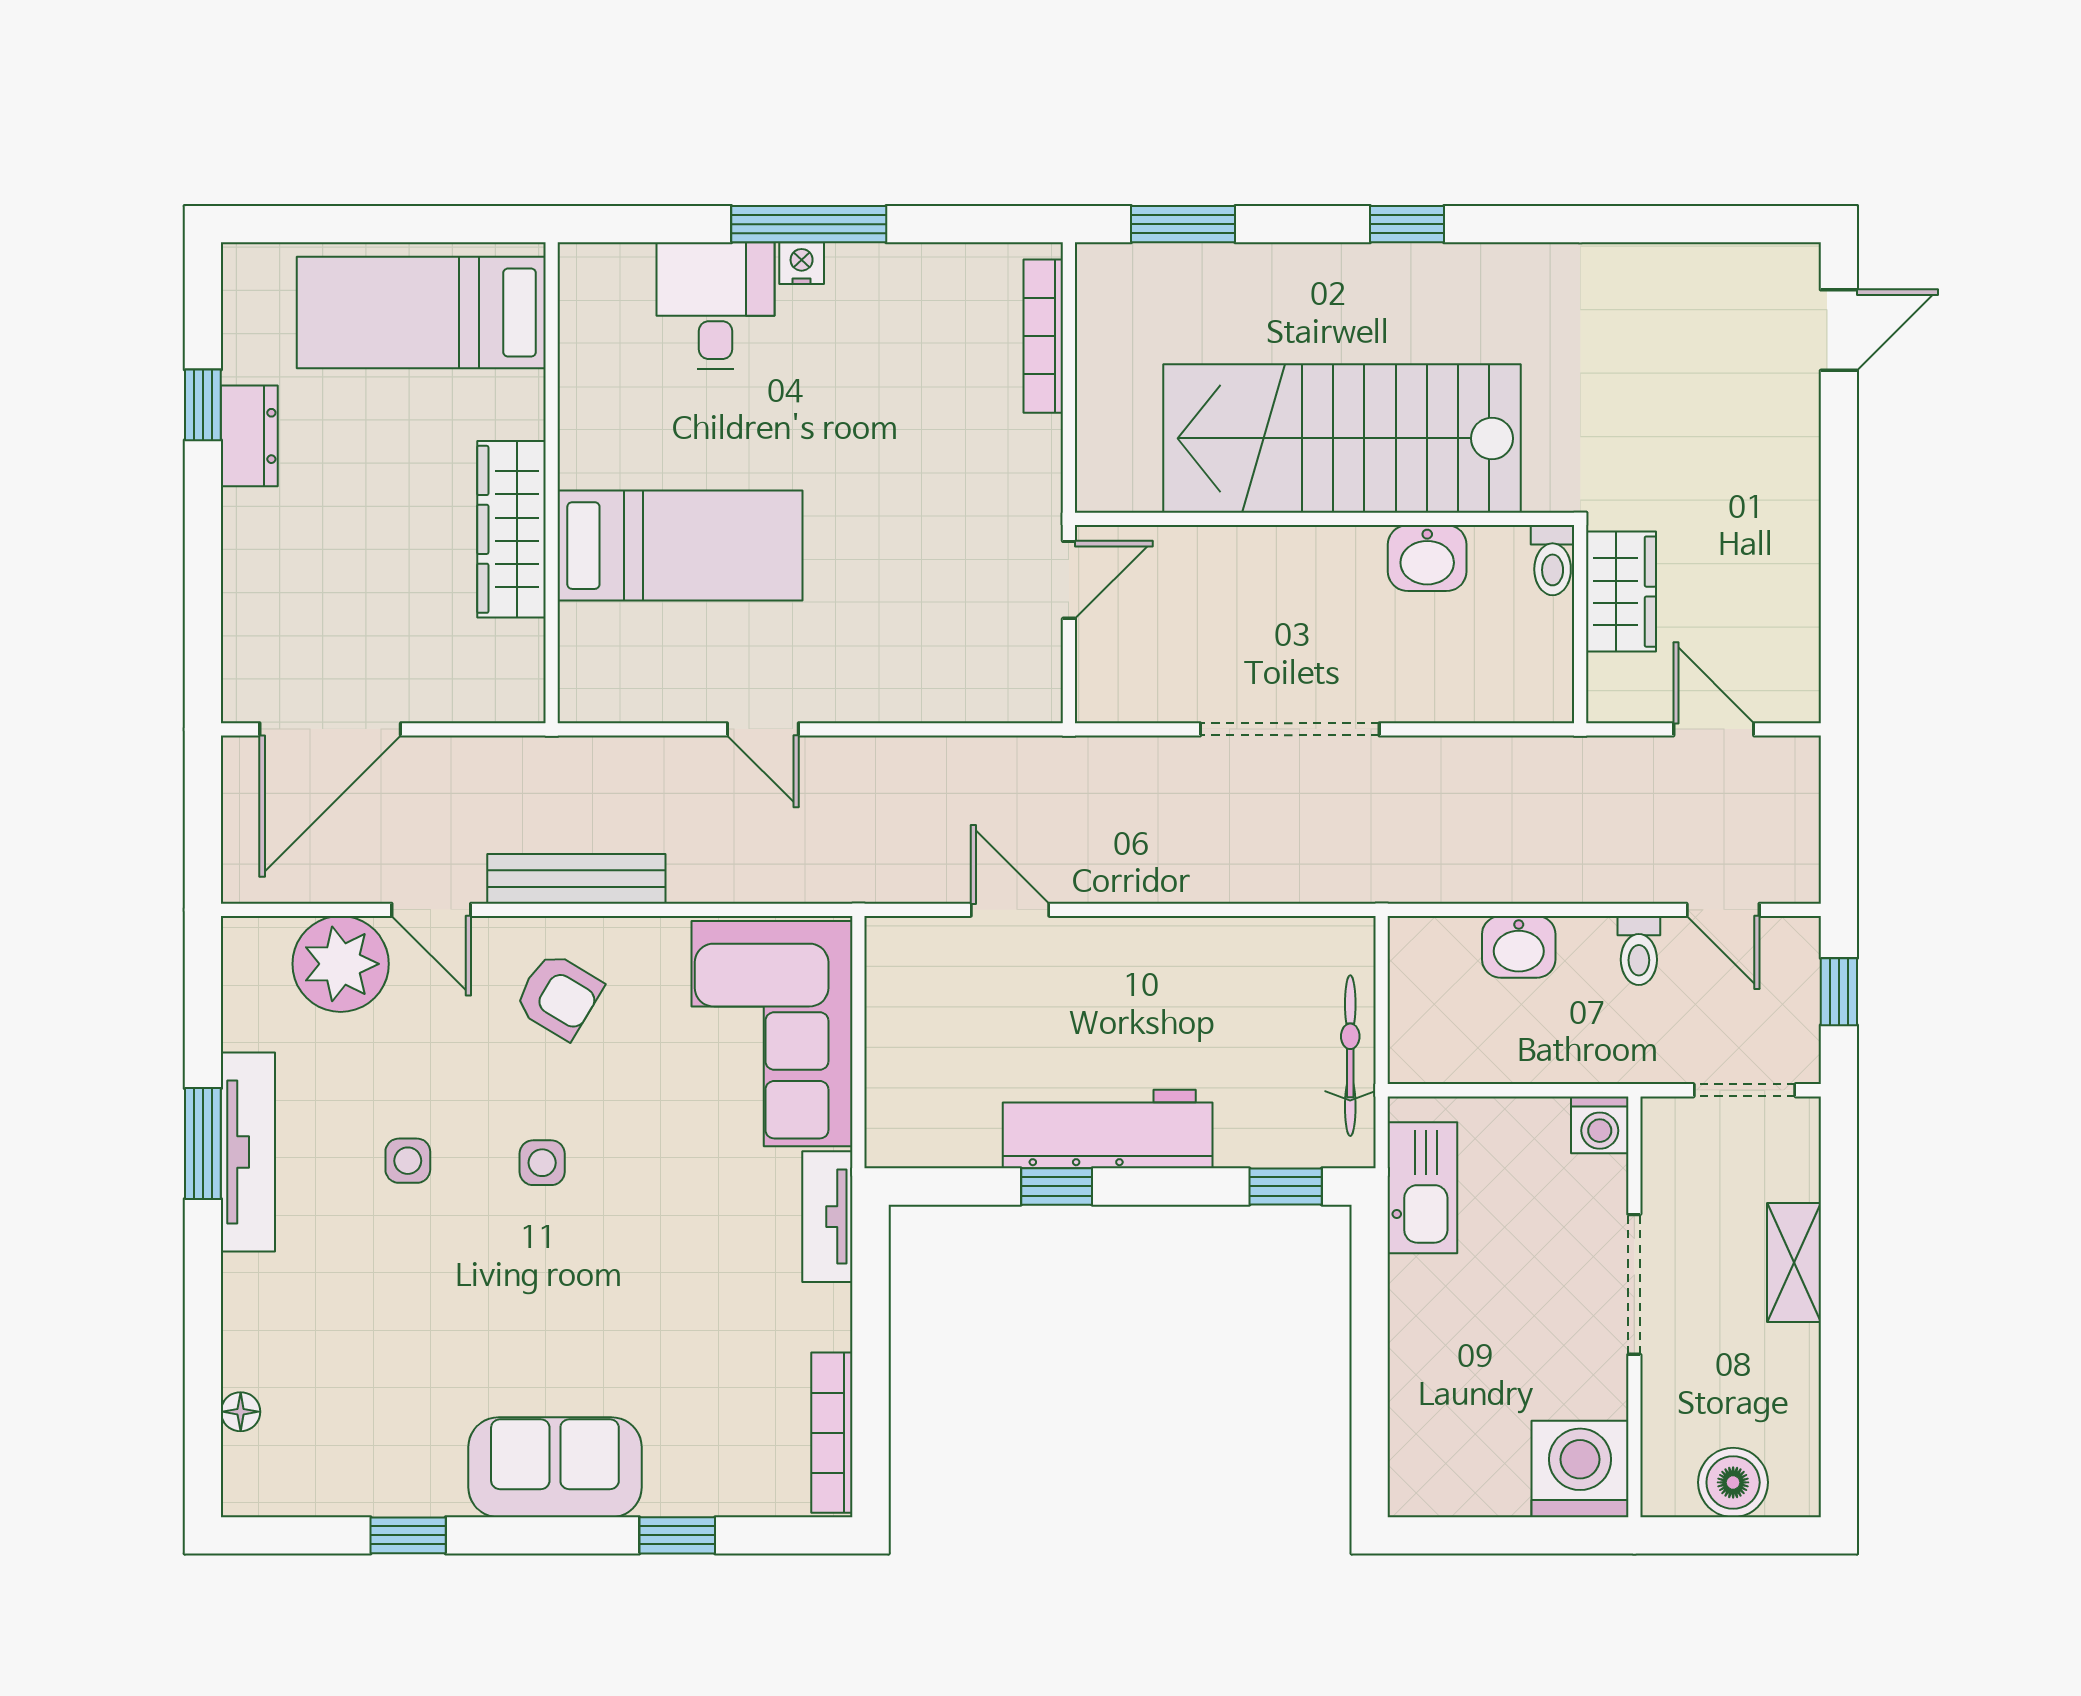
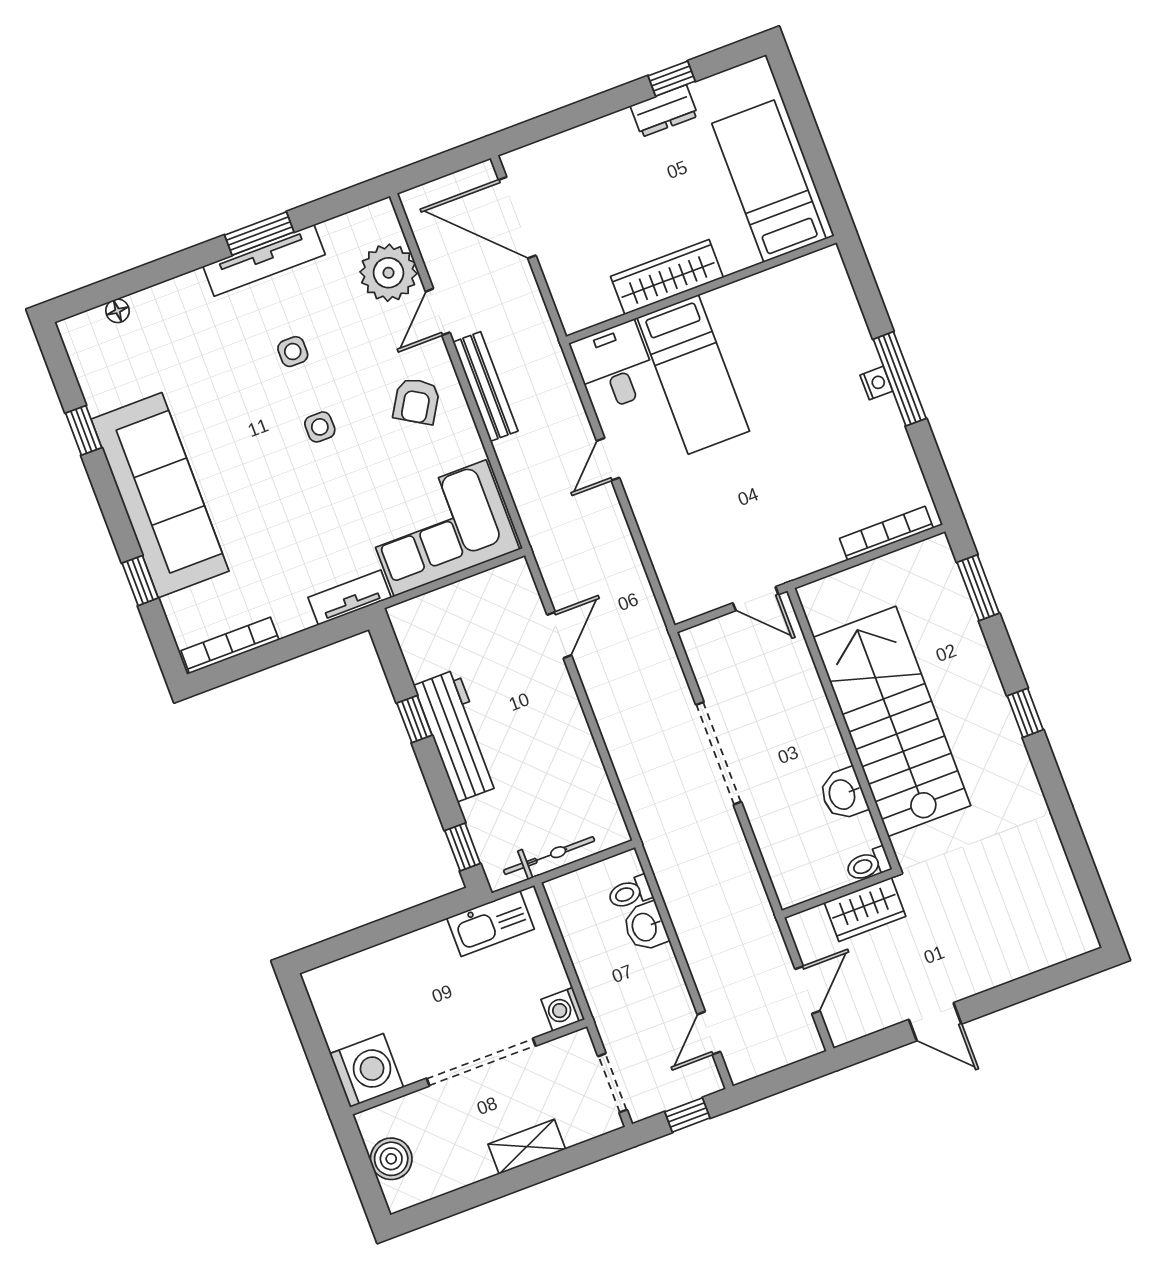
desk: (716, 306) -> (615, 367), moved, turned -90
door: (1839, 330) -> (935, 1022), moved
toilet: (1639, 951) -> (630, 893), moved
doorway: (1634, 1284) -> (481, 1062), width x1.36
sofa: (555, 1467) -> (160, 495), width x1.85, depth x1.27

